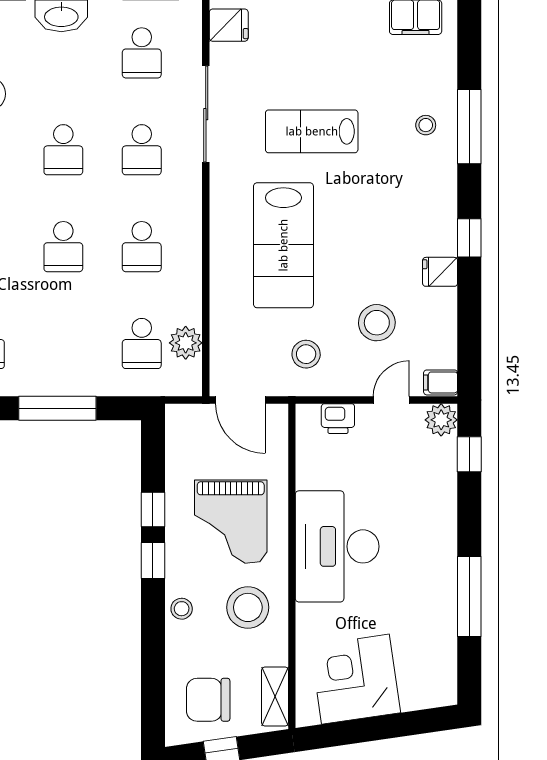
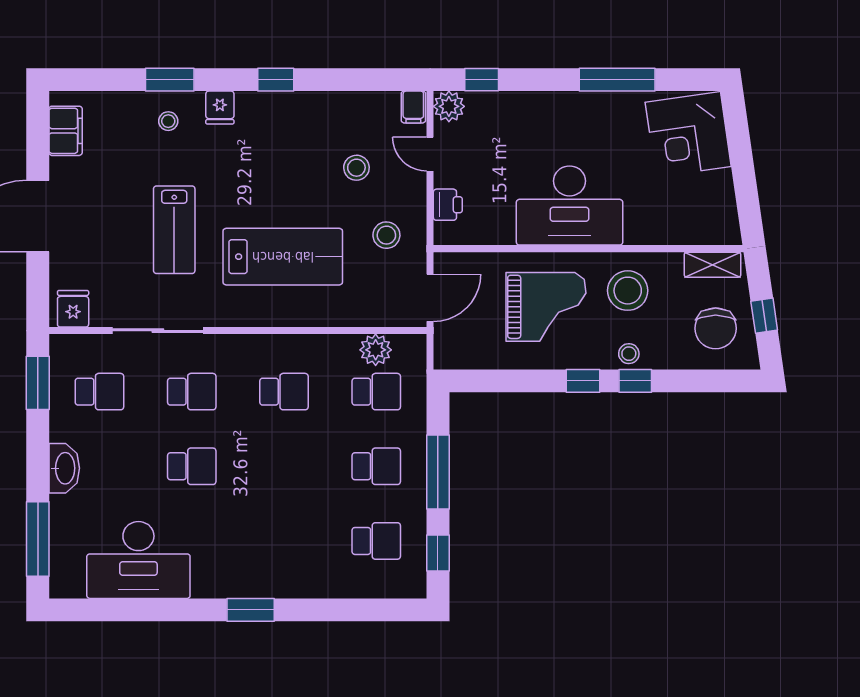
window: (469, 127) -> (170, 80), width x0.69
school desk: (63, 247) -> (376, 466), moved
fridge: (440, 272) -> (220, 108), moved
stool: (377, 323) -> (356, 168), width x0.73, depth x0.73
window: (153, 510) -> (635, 381), moved
corner desk: (355, 679) -> (688, 134), moved

